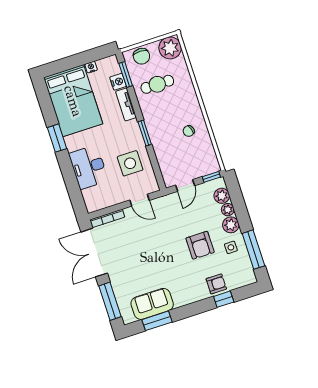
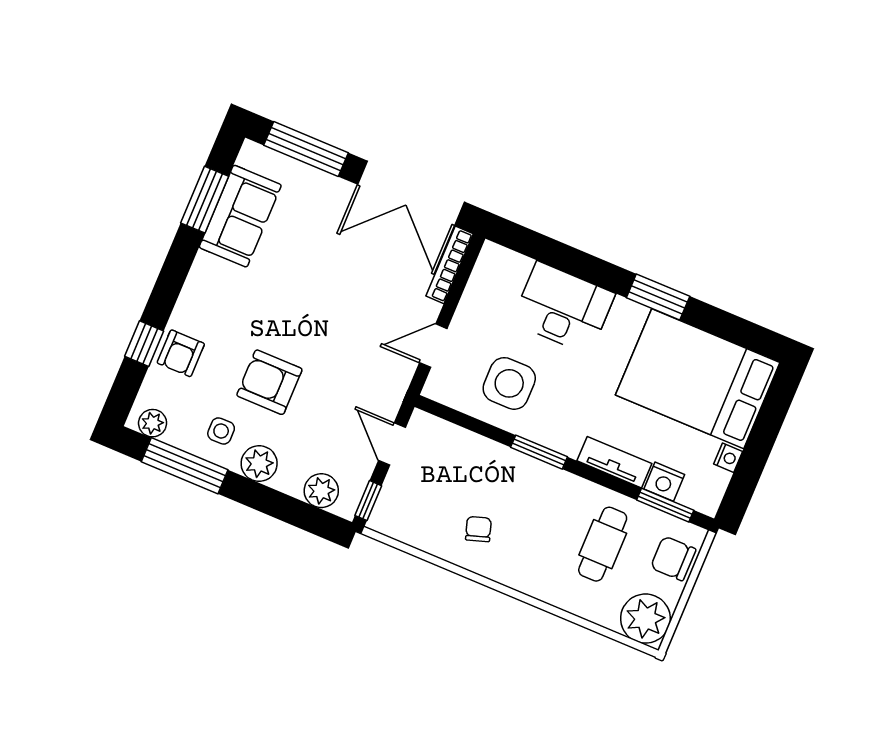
plant: (228, 210) -> (153, 423), moved
double door: (94, 253) -> (411, 193), swing flipped

